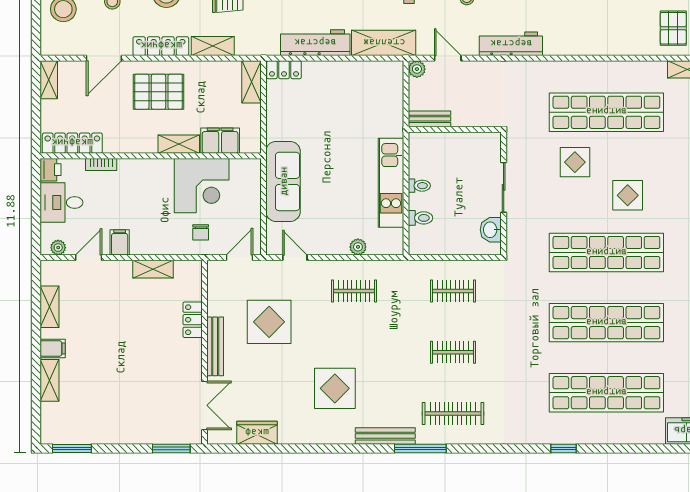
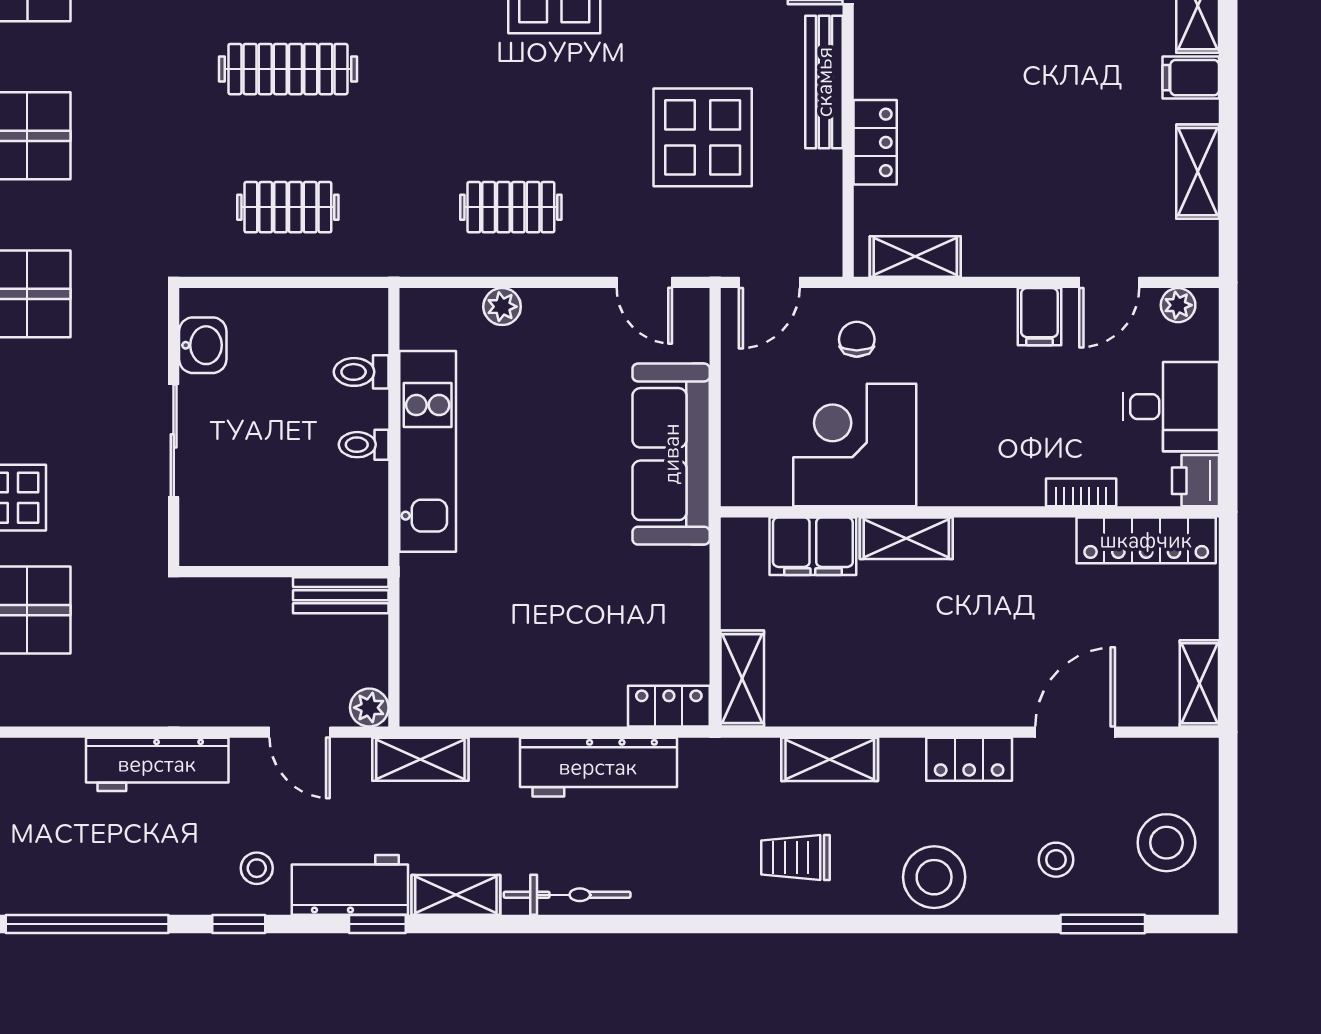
shelving: (384, 43) -> (420, 759), width x0.67, depth x0.75
locker: (161, 46) -> (969, 759), width x0.66
pallet: (159, 92) -> (952, 656), removed
shelving: (153, 269) -> (915, 257), moved
clothes rail: (453, 352) -> (288, 69), width x1.36

